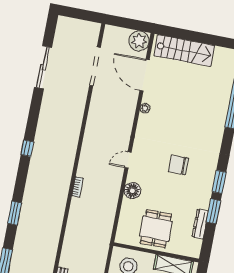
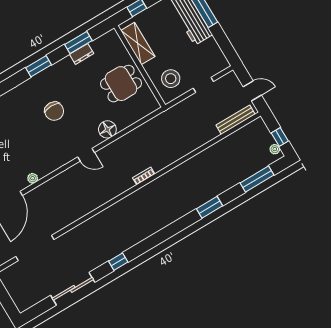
window: (27, 148) -> (118, 262), moved
window: (213, 211) -> (78, 43), moved
dresser: (200, 224) -> (82, 54), width x0.70

